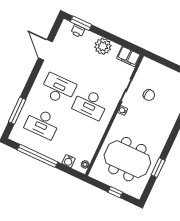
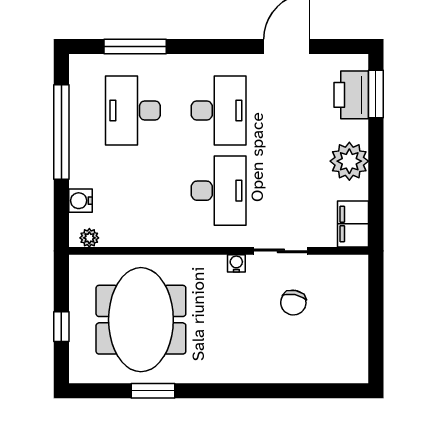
printer: (78, 31) -> (351, 95), width x1.87, depth x1.48
desk: (90, 104) -> (219, 191), turned 180

